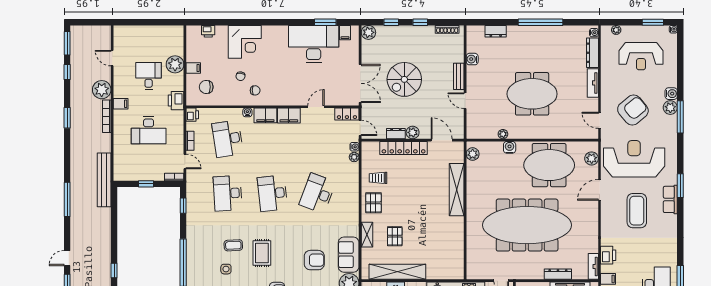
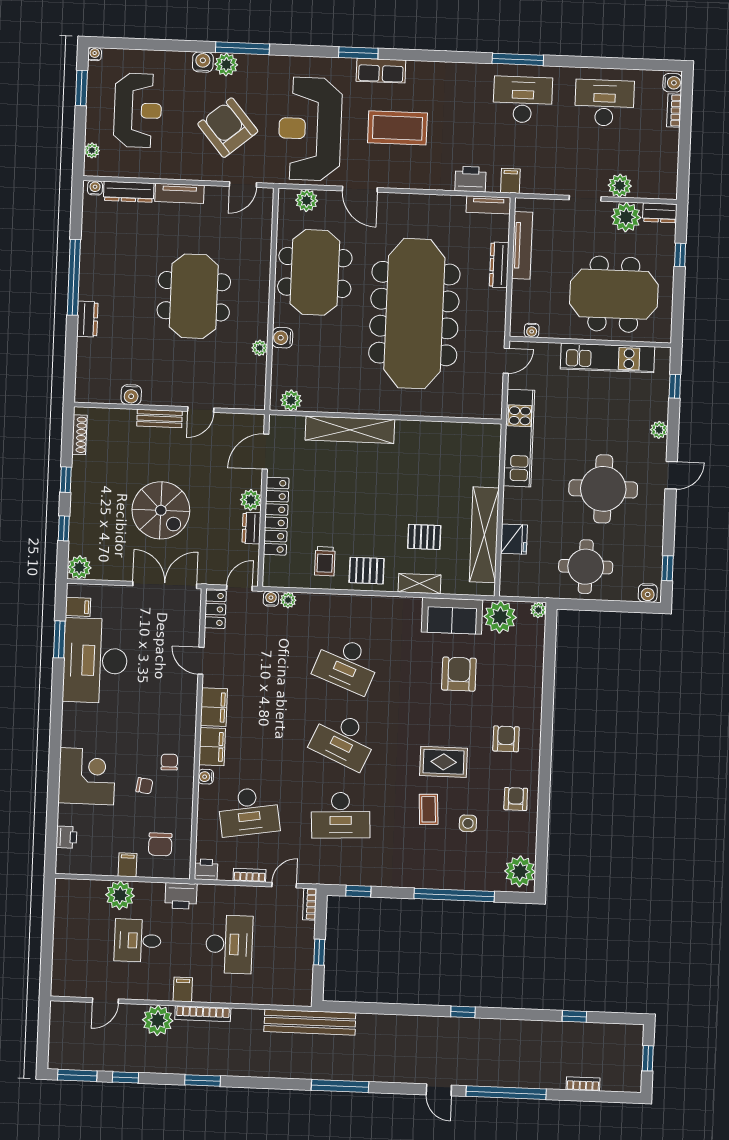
dresser: (496, 31) -> (87, 319), moved
desk: (273, 193) -> (344, 740), turned 30

